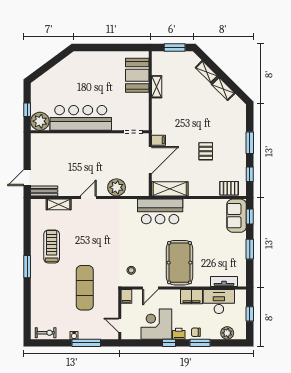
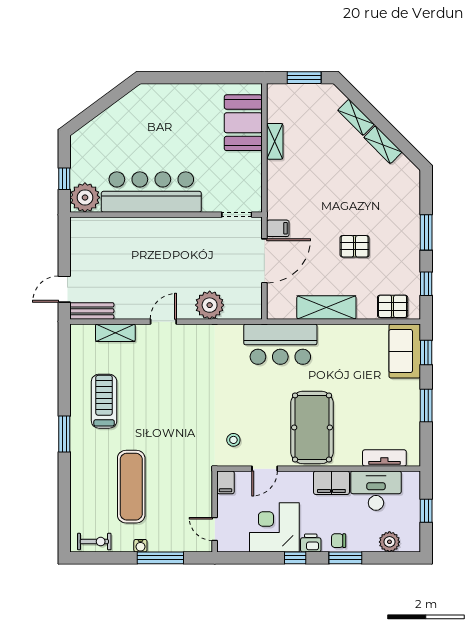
pallet: (206, 151) -> (355, 246), turned 90
shelving: (170, 189) -> (326, 307), moved
exercise mat: (85, 288) -> (131, 487), moved

